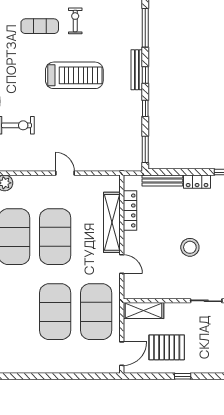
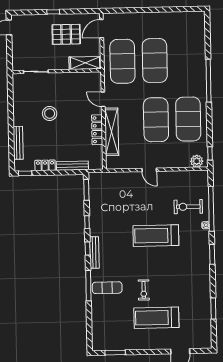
exercise mat: (40, 26) -> (107, 288), moved
treadmill: (74, 75) -> (156, 236), moved
locker: (130, 210) -> (97, 130), moved

